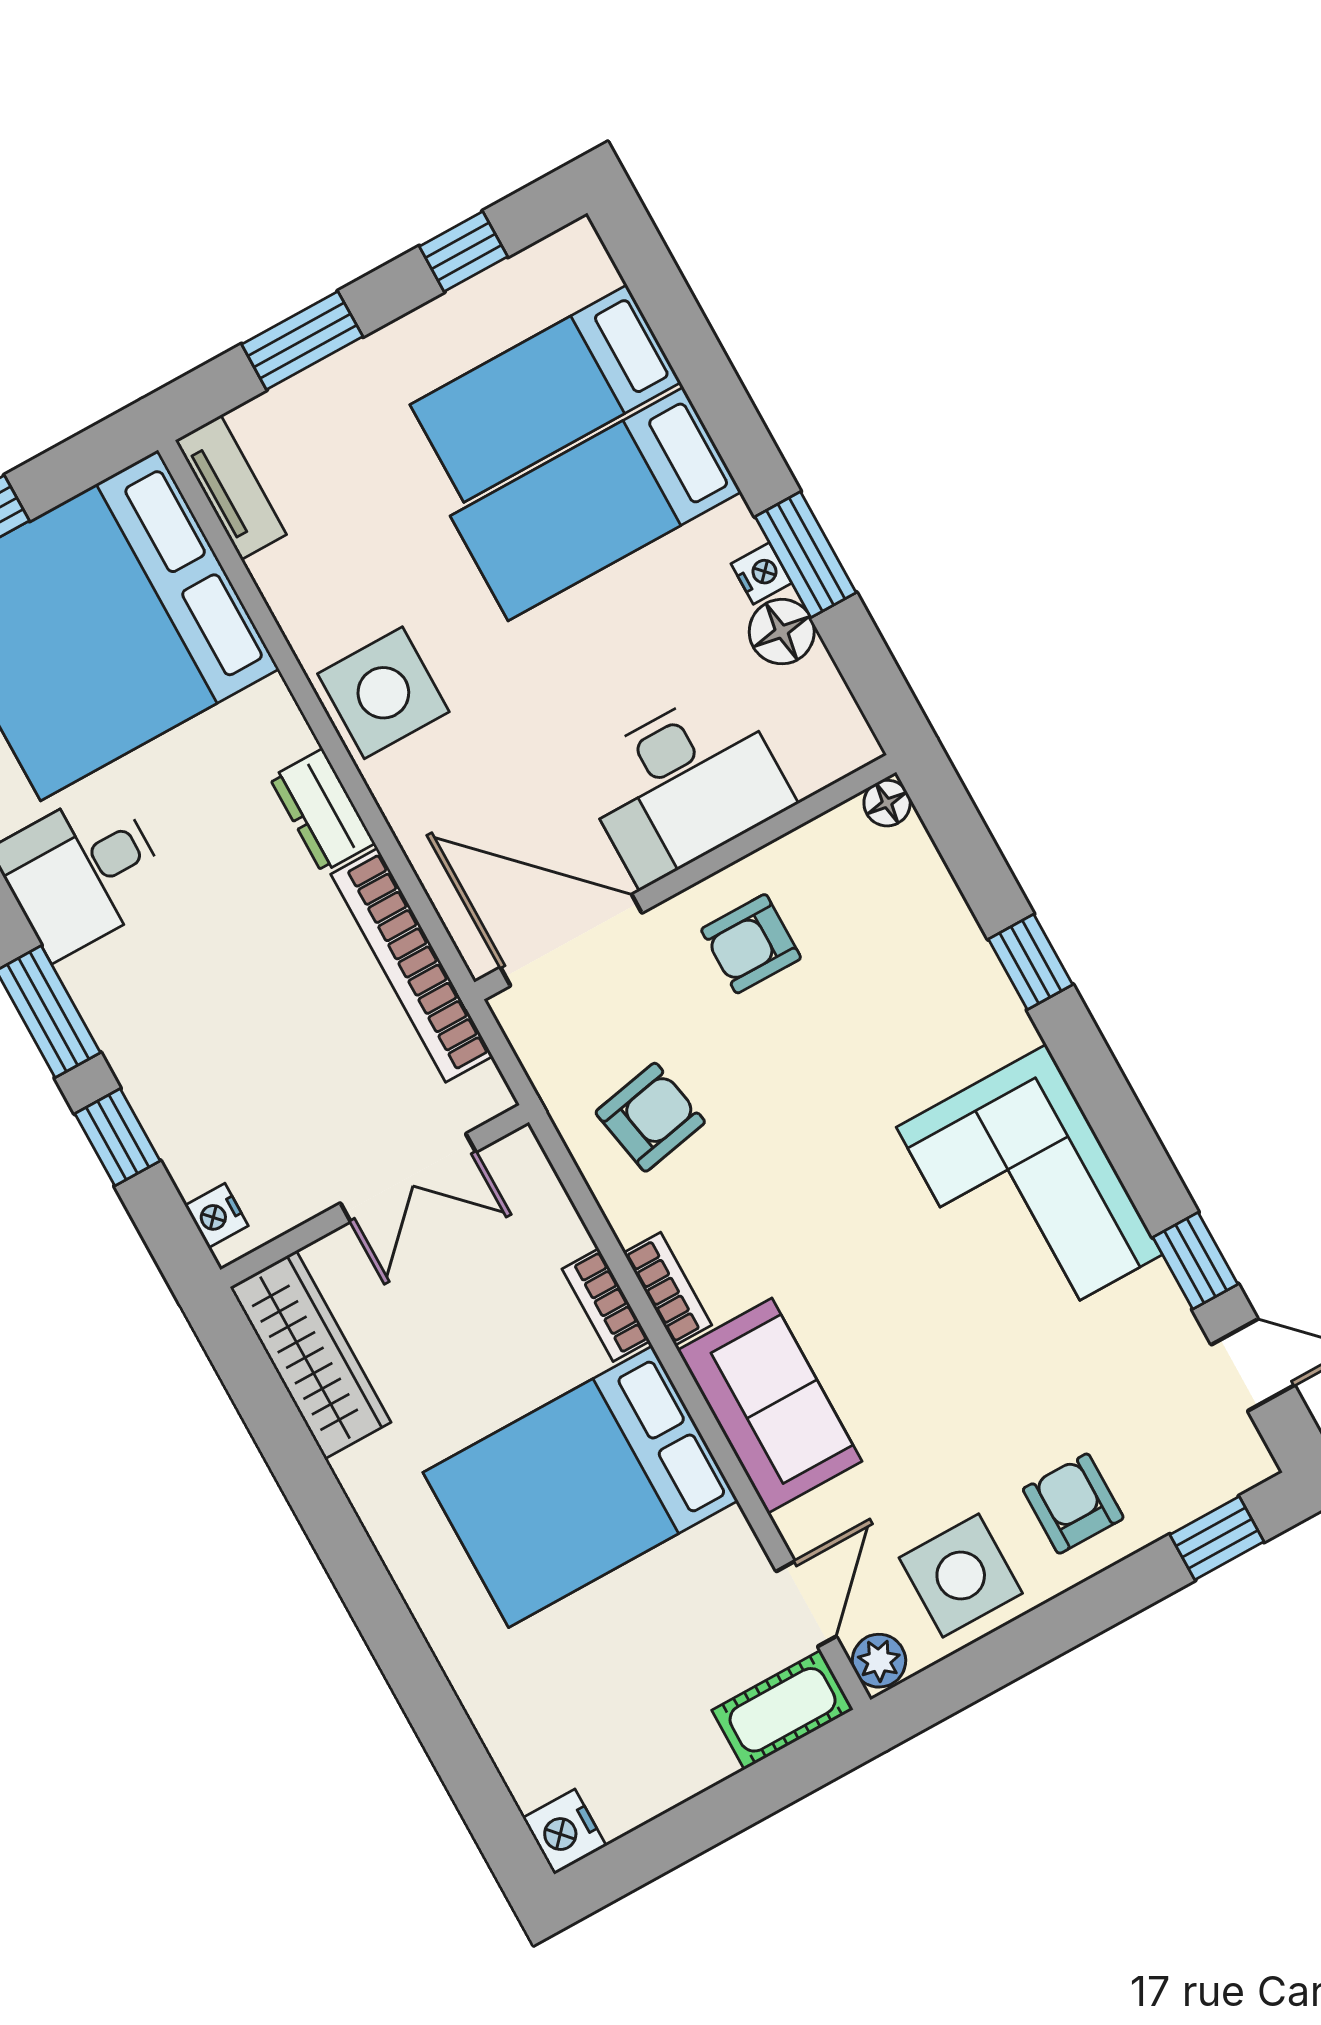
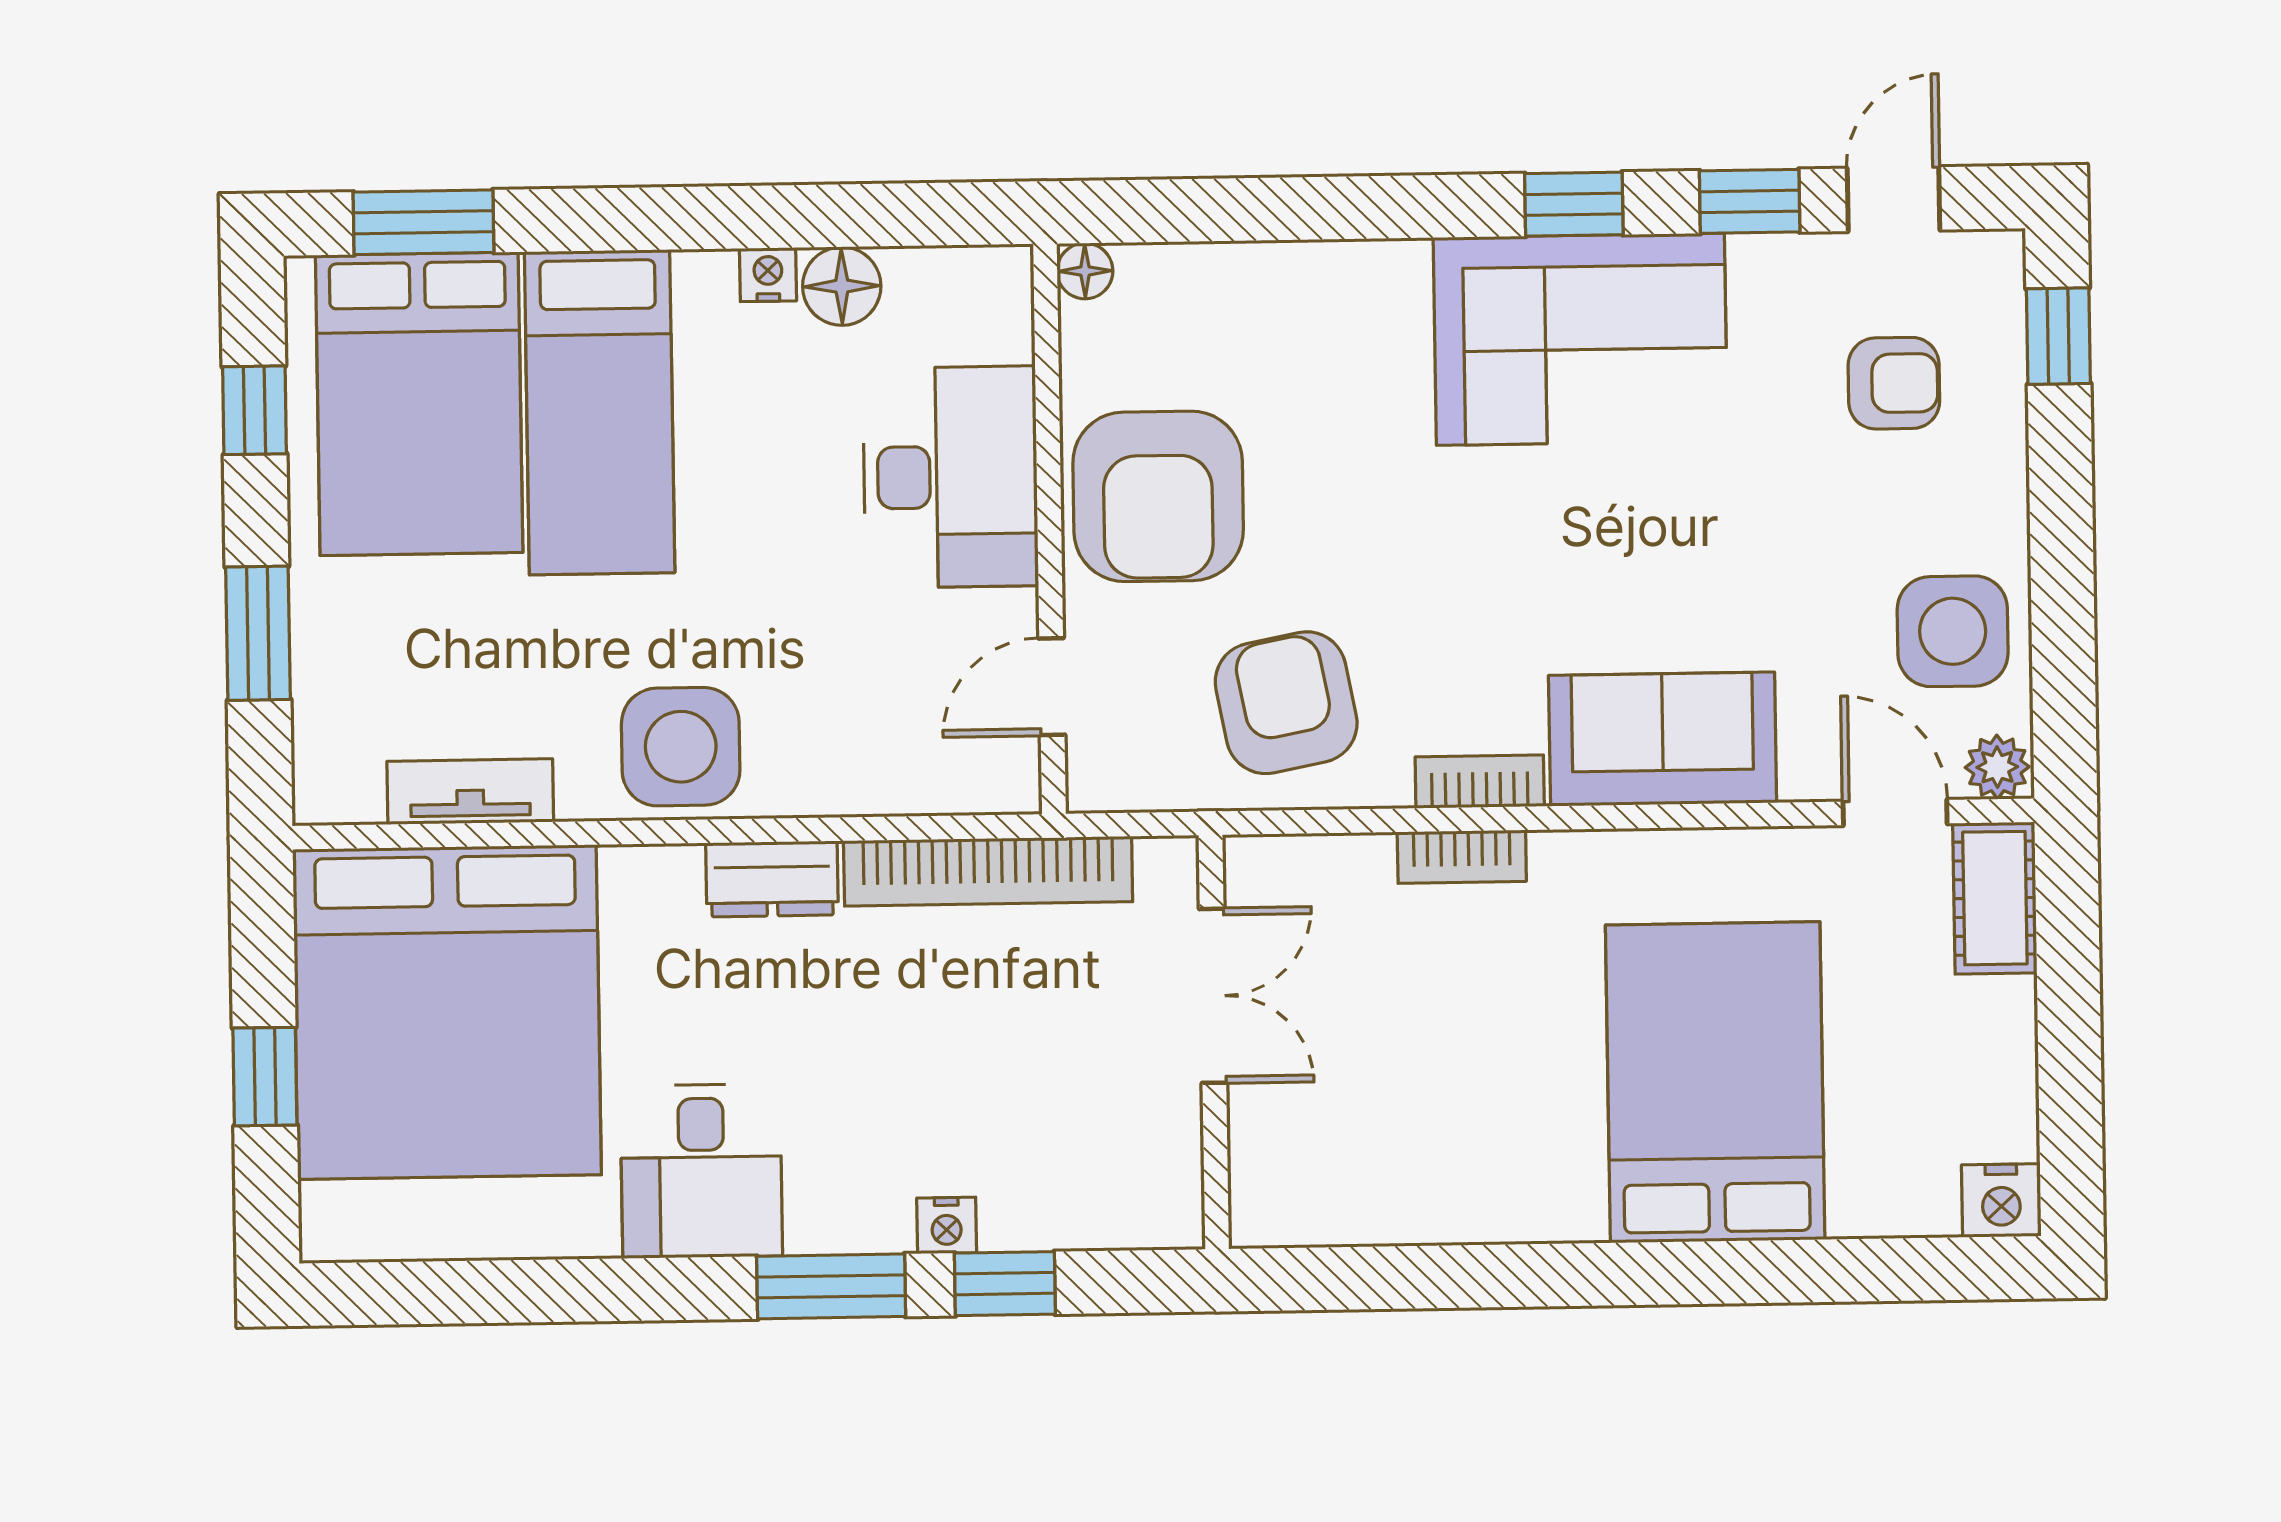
bed: (545, 393) -> (419, 404), width x1.50
tv unit: (231, 487) -> (470, 792), moved
window: (806, 555) -> (423, 222), moved
door: (571, 940) -> (1052, 687), width x0.53
armchair: (751, 944) -> (1158, 496), width x1.88, depth x1.88
window: (1030, 962) -> (1574, 204), moved
armchair: (650, 1117) -> (1286, 703), width x1.38, depth x1.38
nightstand: (217, 1216) -> (947, 1225), moved
wardrobe: (310, 1355) -> (1347, 1201), removed
bed: (581, 1487) -> (1715, 1082), moved, turned 180
armchair: (1073, 1504) -> (1894, 383), moved, turned 180

